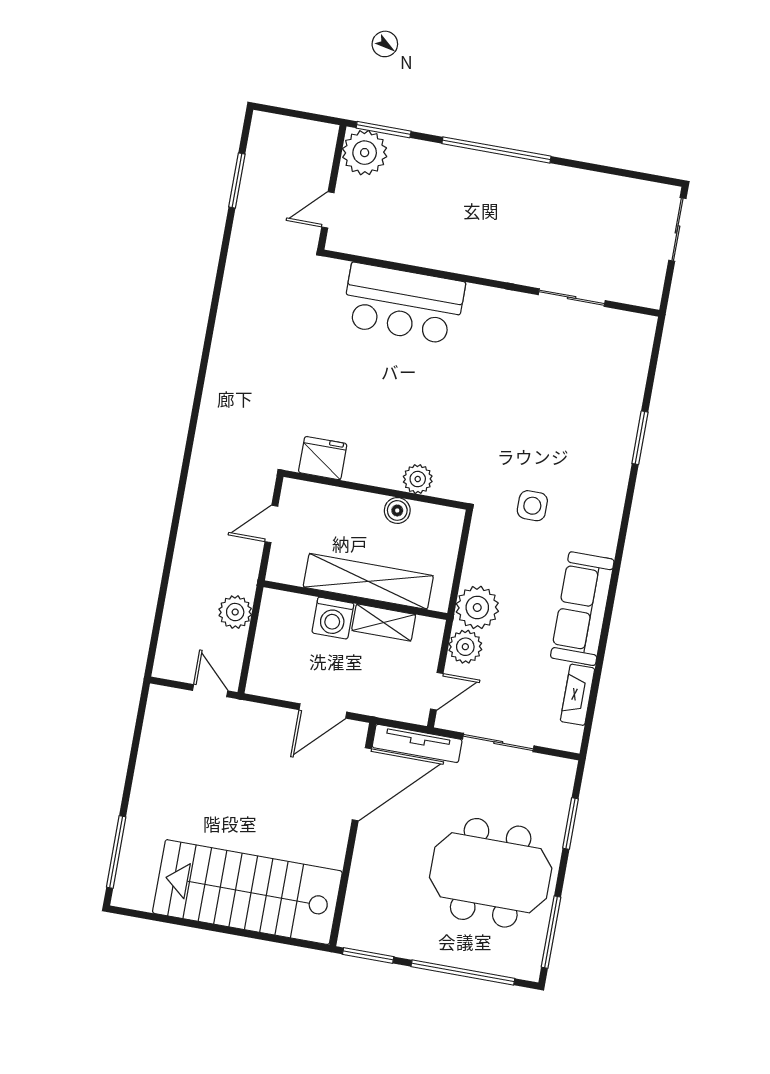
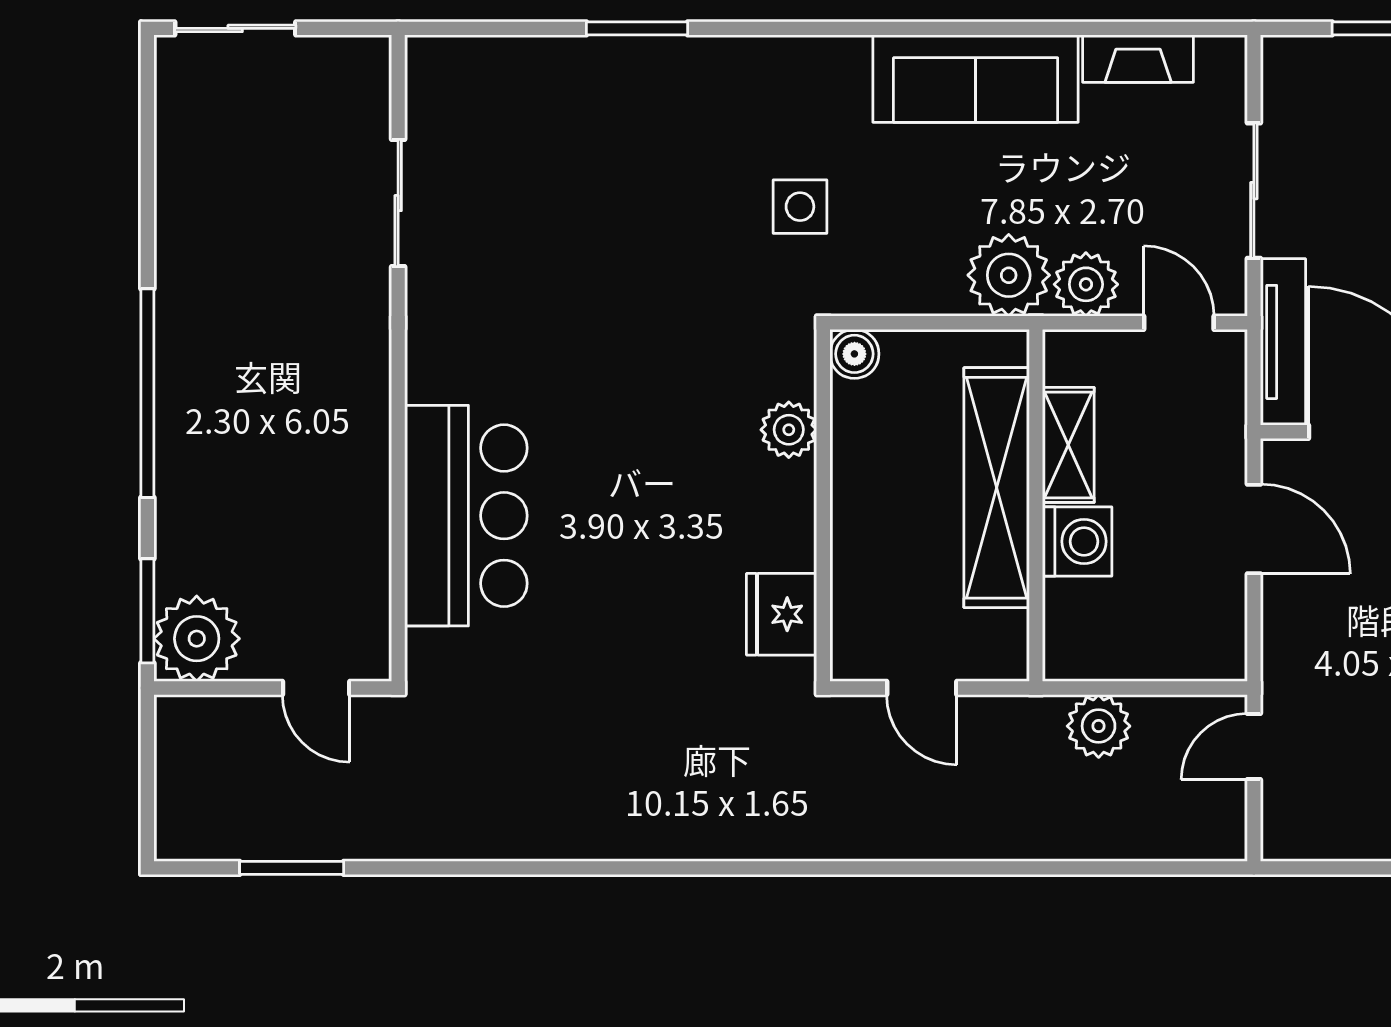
boiler: (397, 510) -> (854, 354), moved

